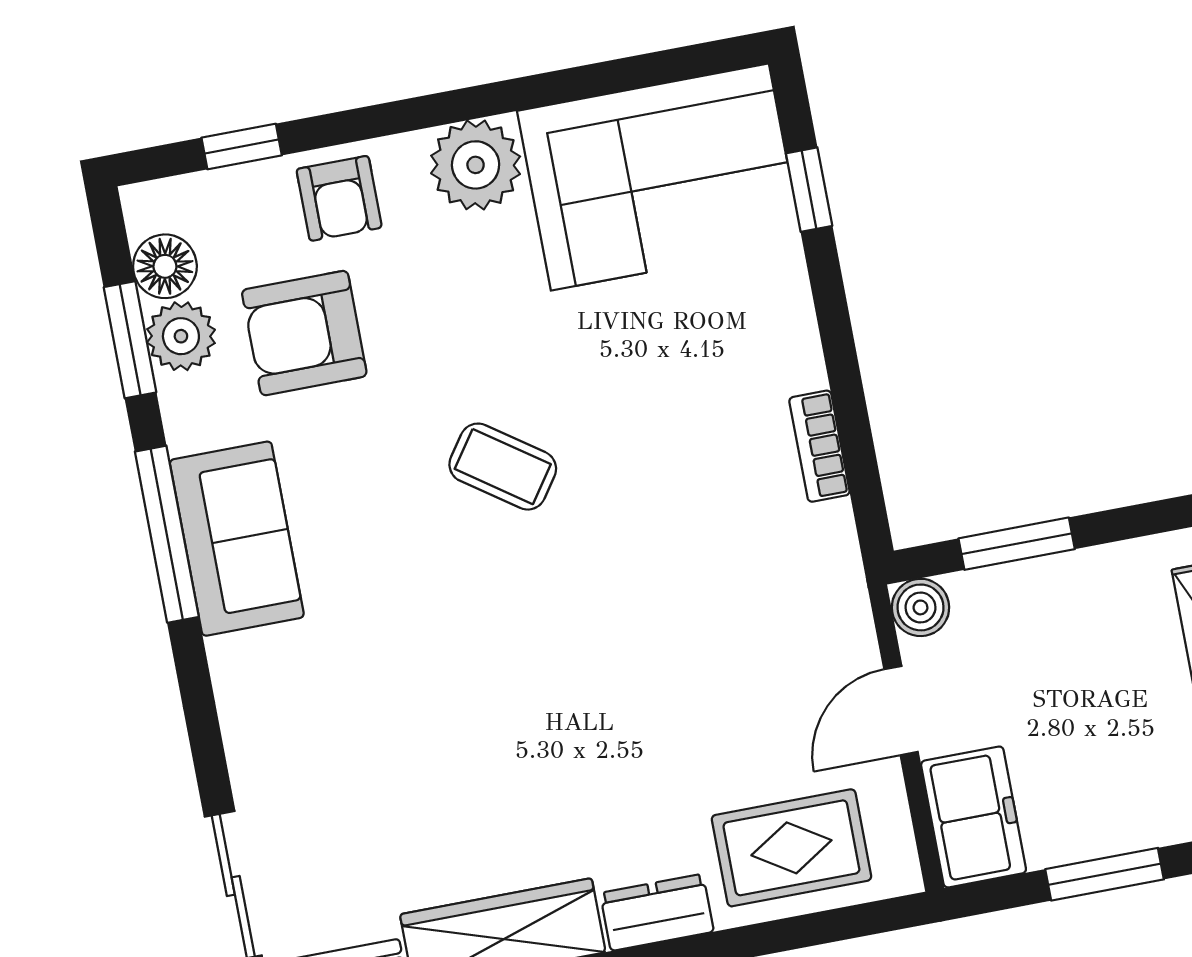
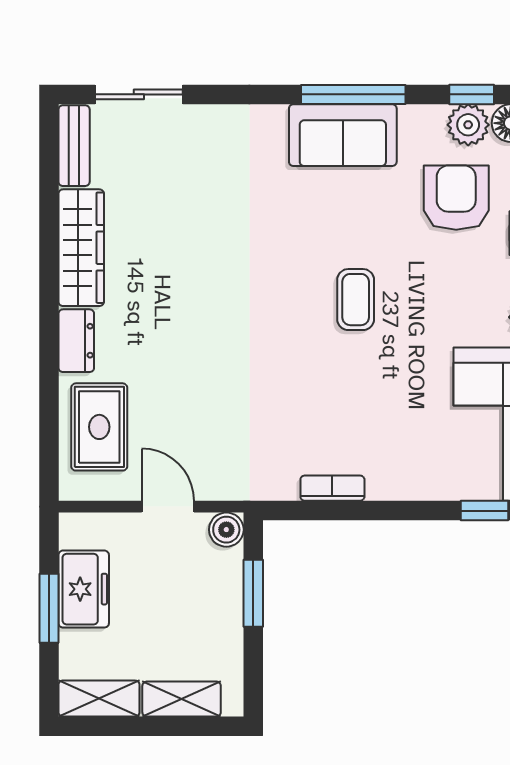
window: (130, 340) -> (472, 94), width x0.67
coffee table: (503, 467) -> (356, 300), turned -35
freezer: (974, 817) -> (84, 589), moved, turned -90

